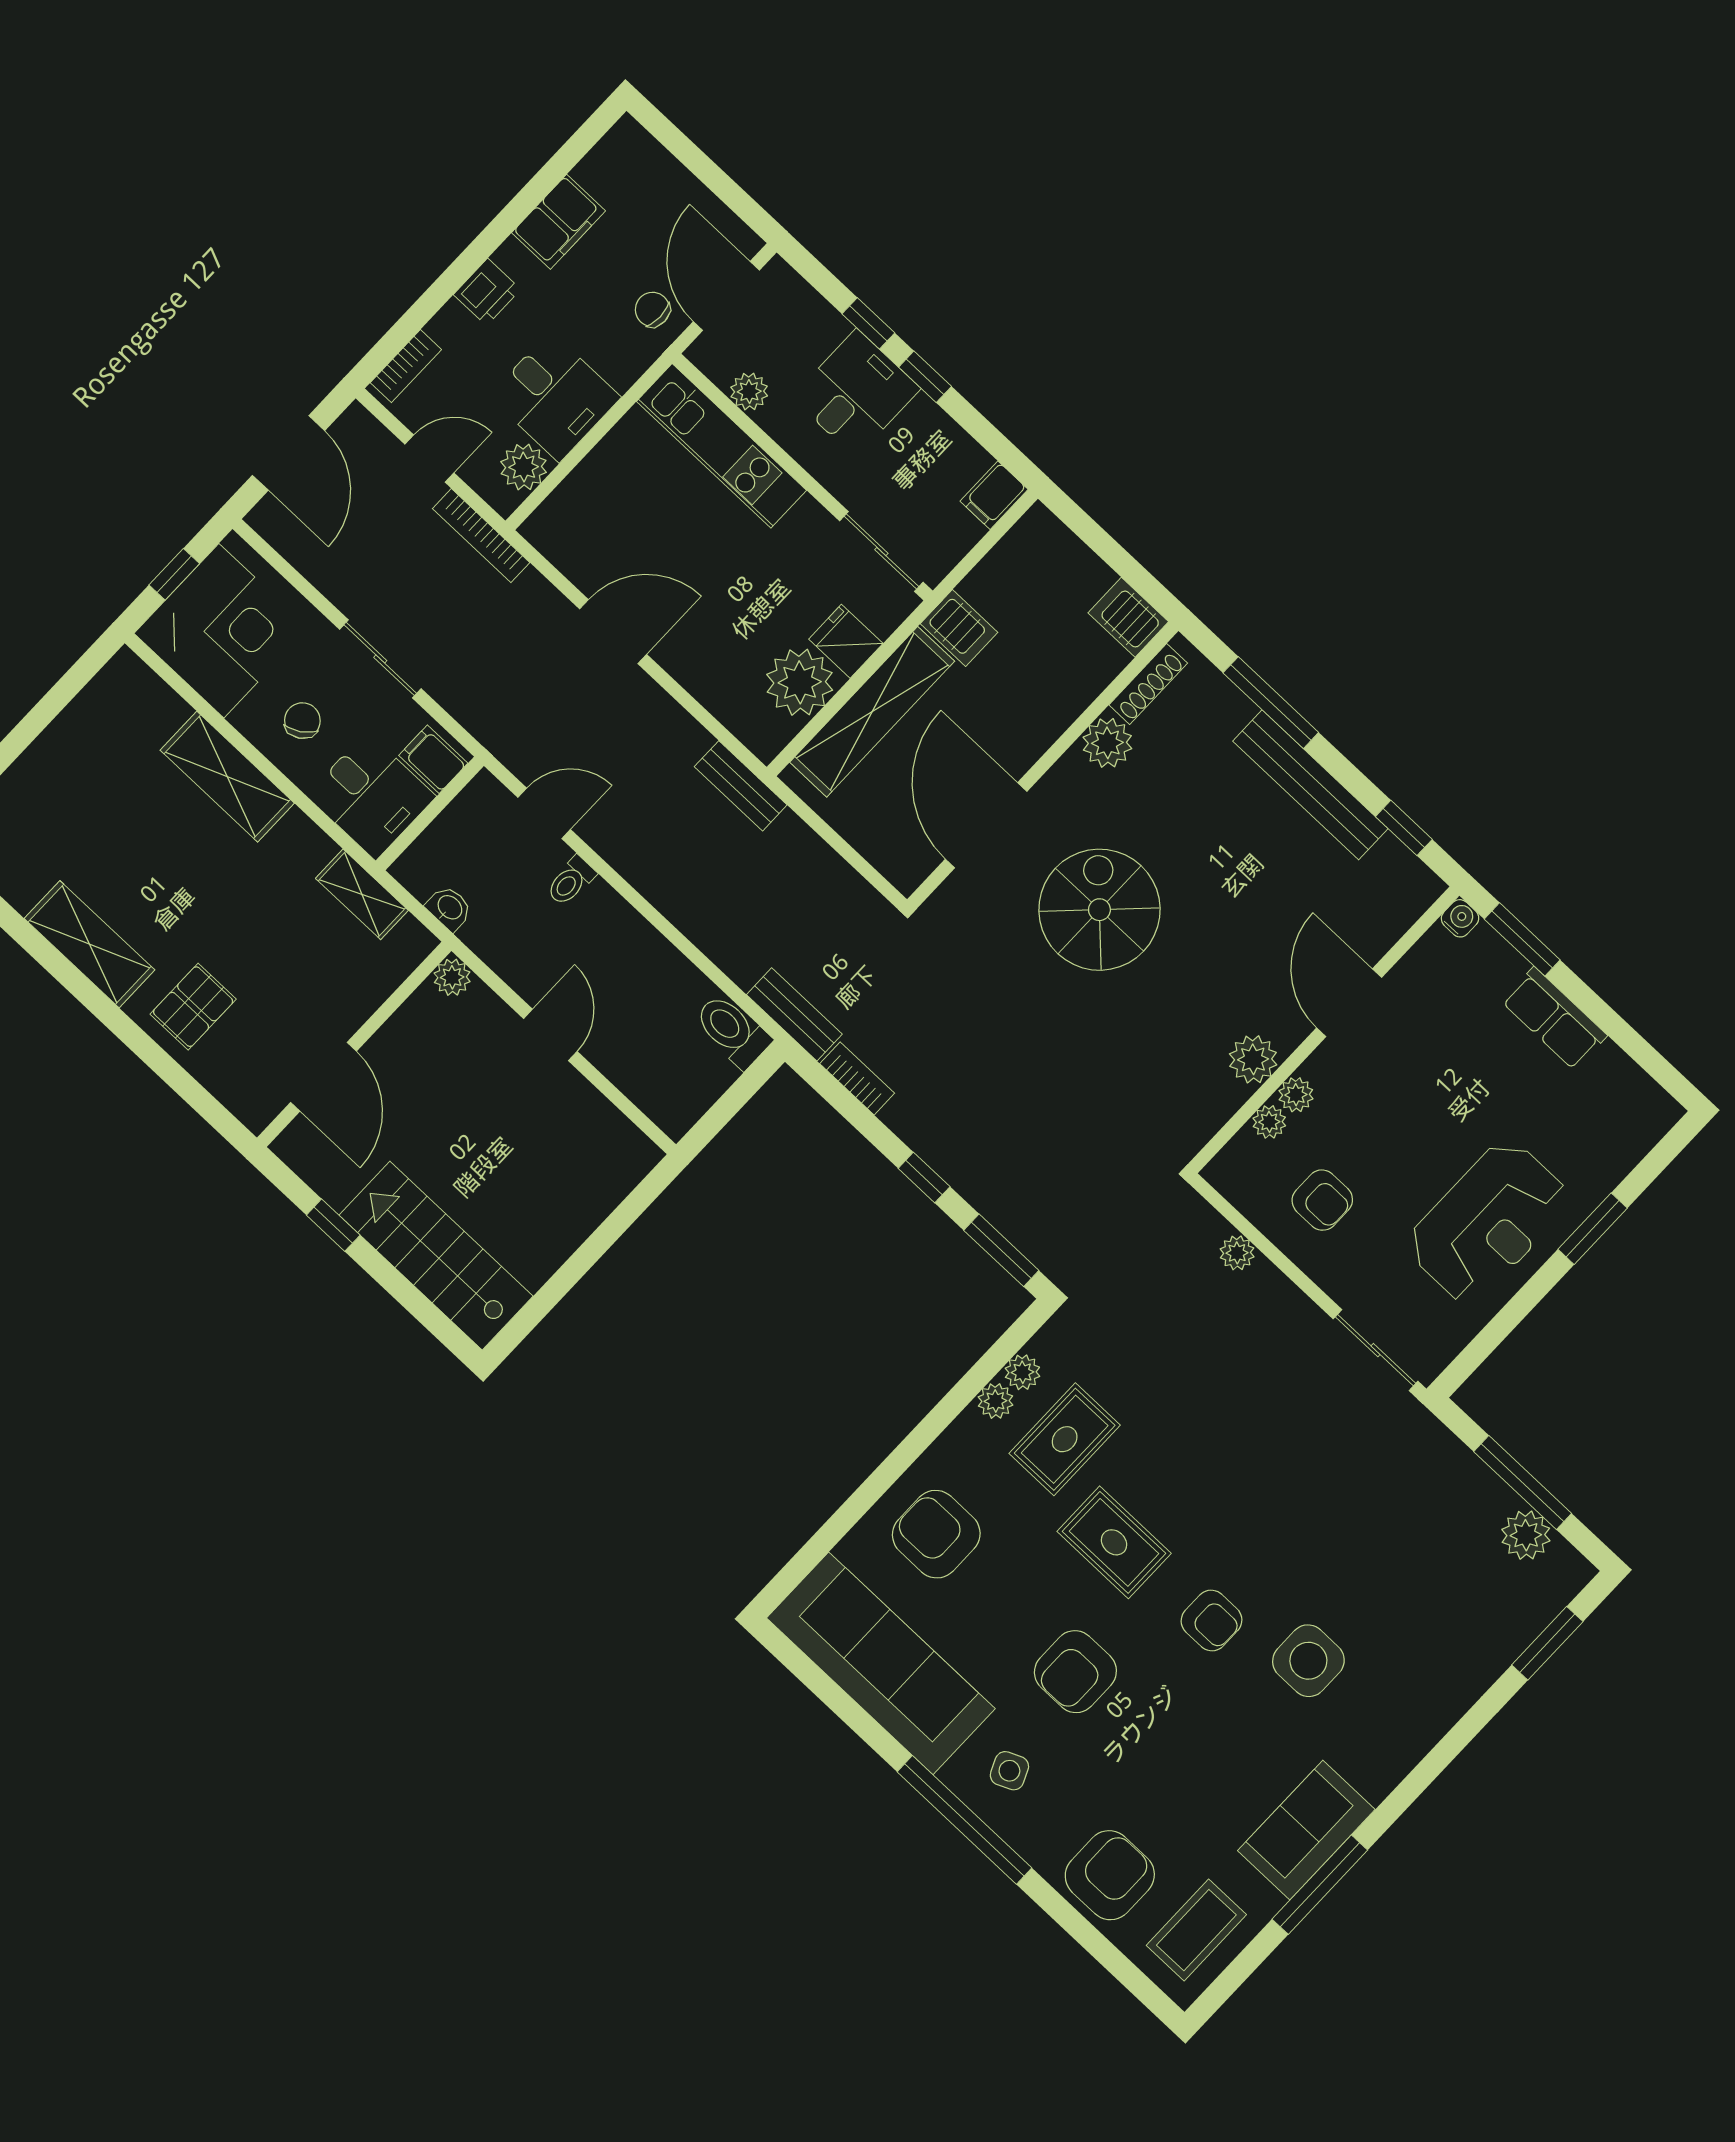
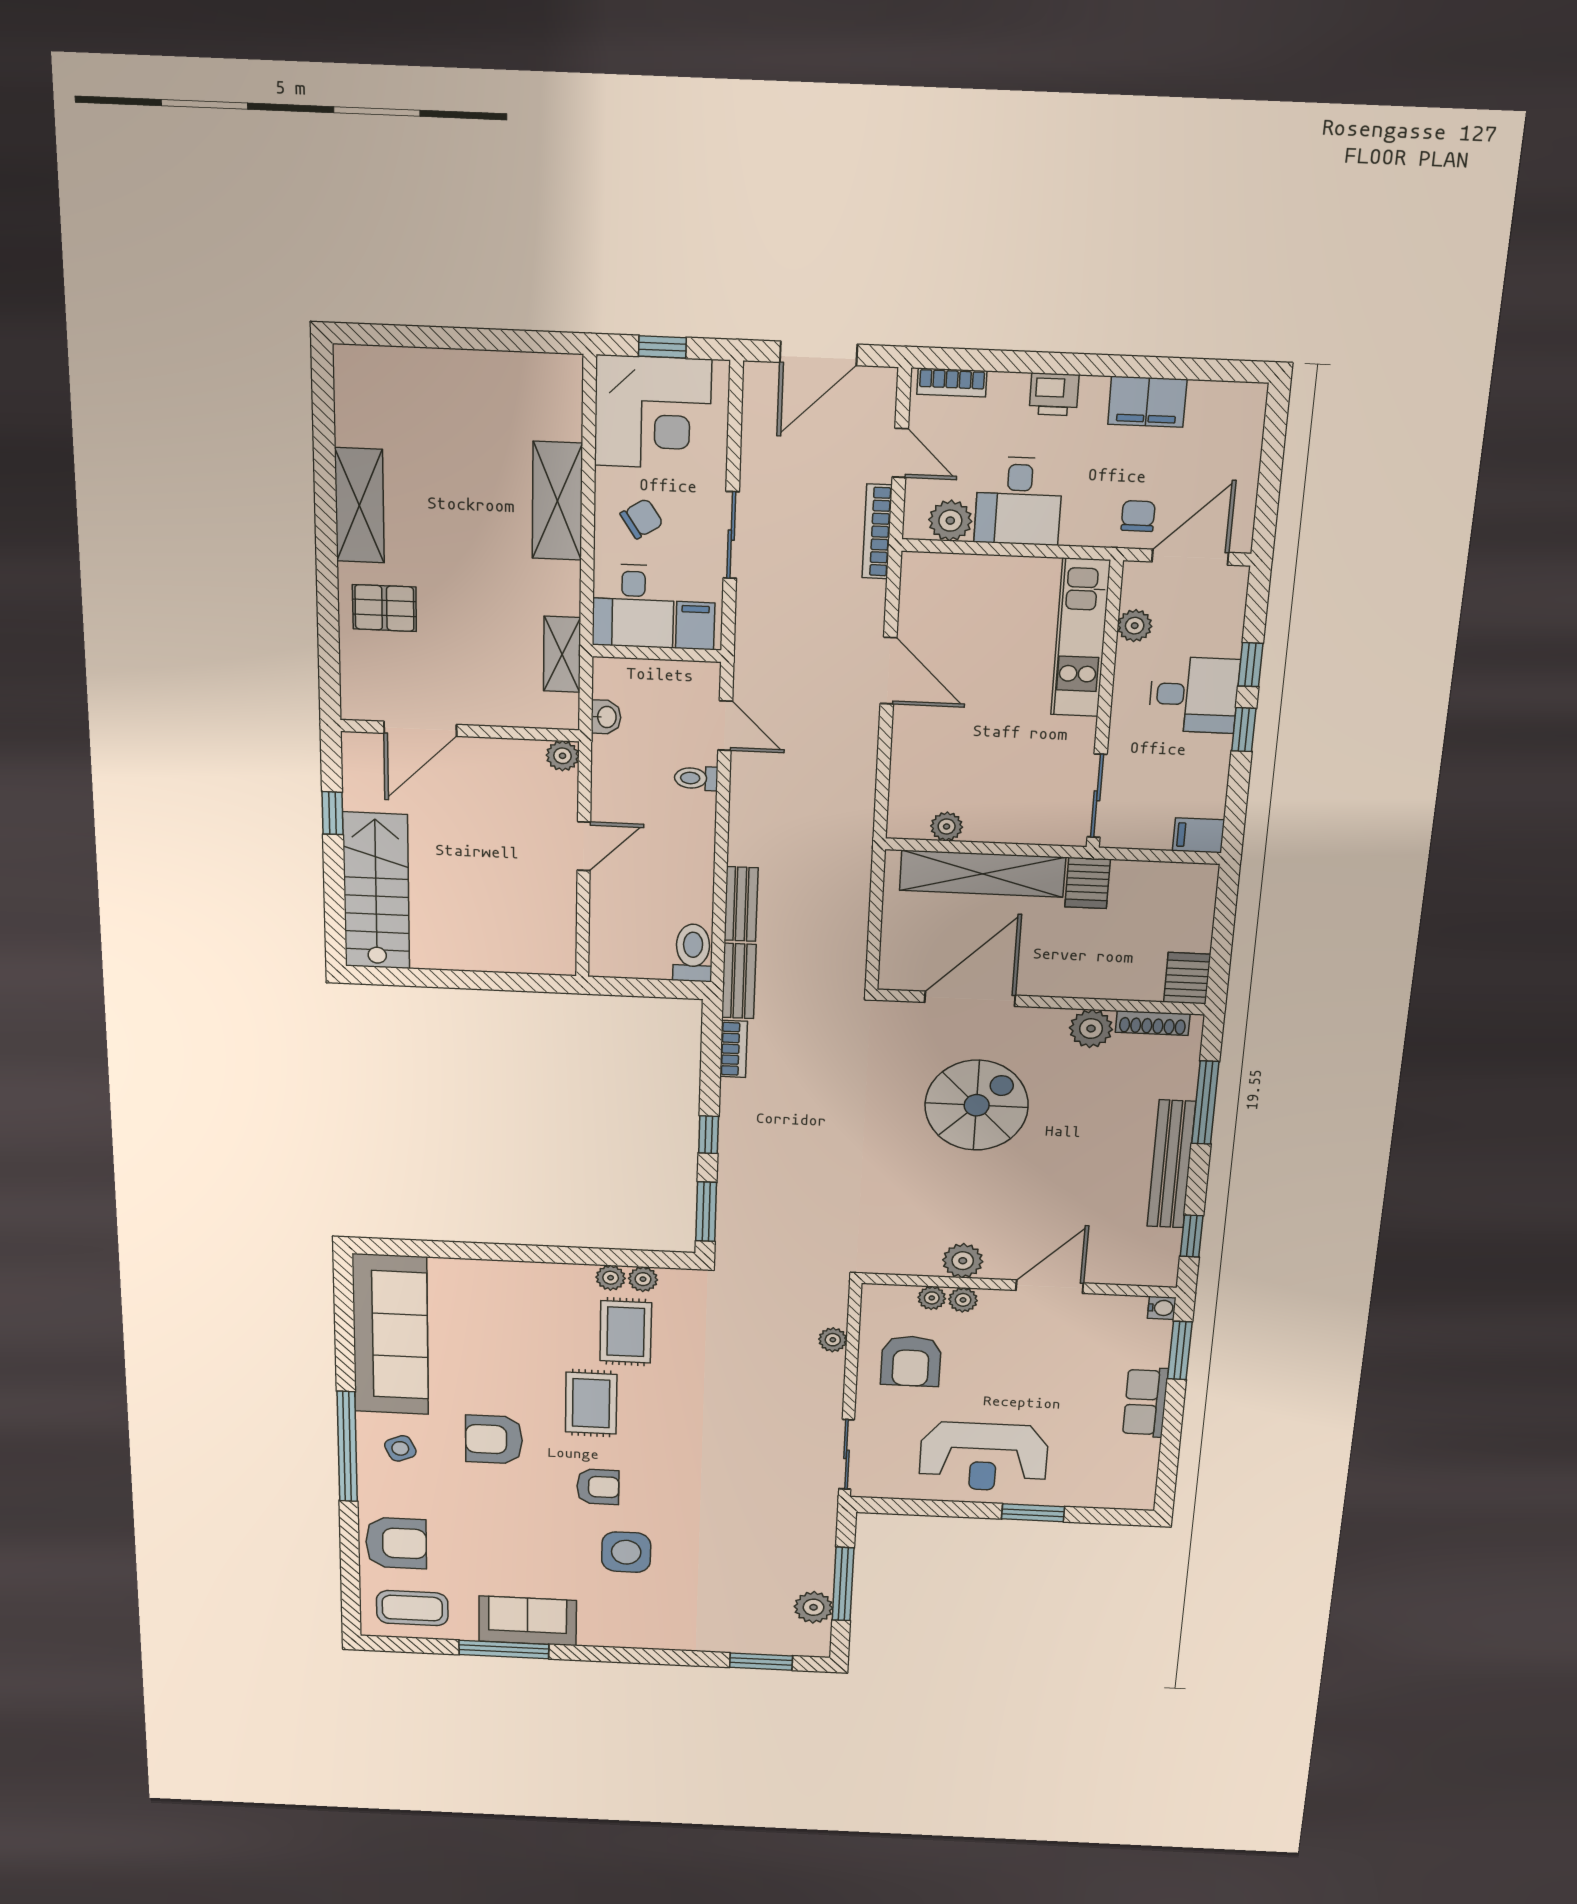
fridge: (846, 641) -> (1015, 821), removed
plant: (800, 682) -> (947, 826), width x0.53, depth x0.53
bench: (741, 786) -> (741, 904), moved
armchair: (1322, 1200) -> (911, 1361), width x1.38, depth x1.38
rug: (1065, 1439) -> (626, 1332), turned 90
armchair: (936, 1534) -> (498, 1306), removed
armchair: (1212, 1620) -> (598, 1487), turned -90

